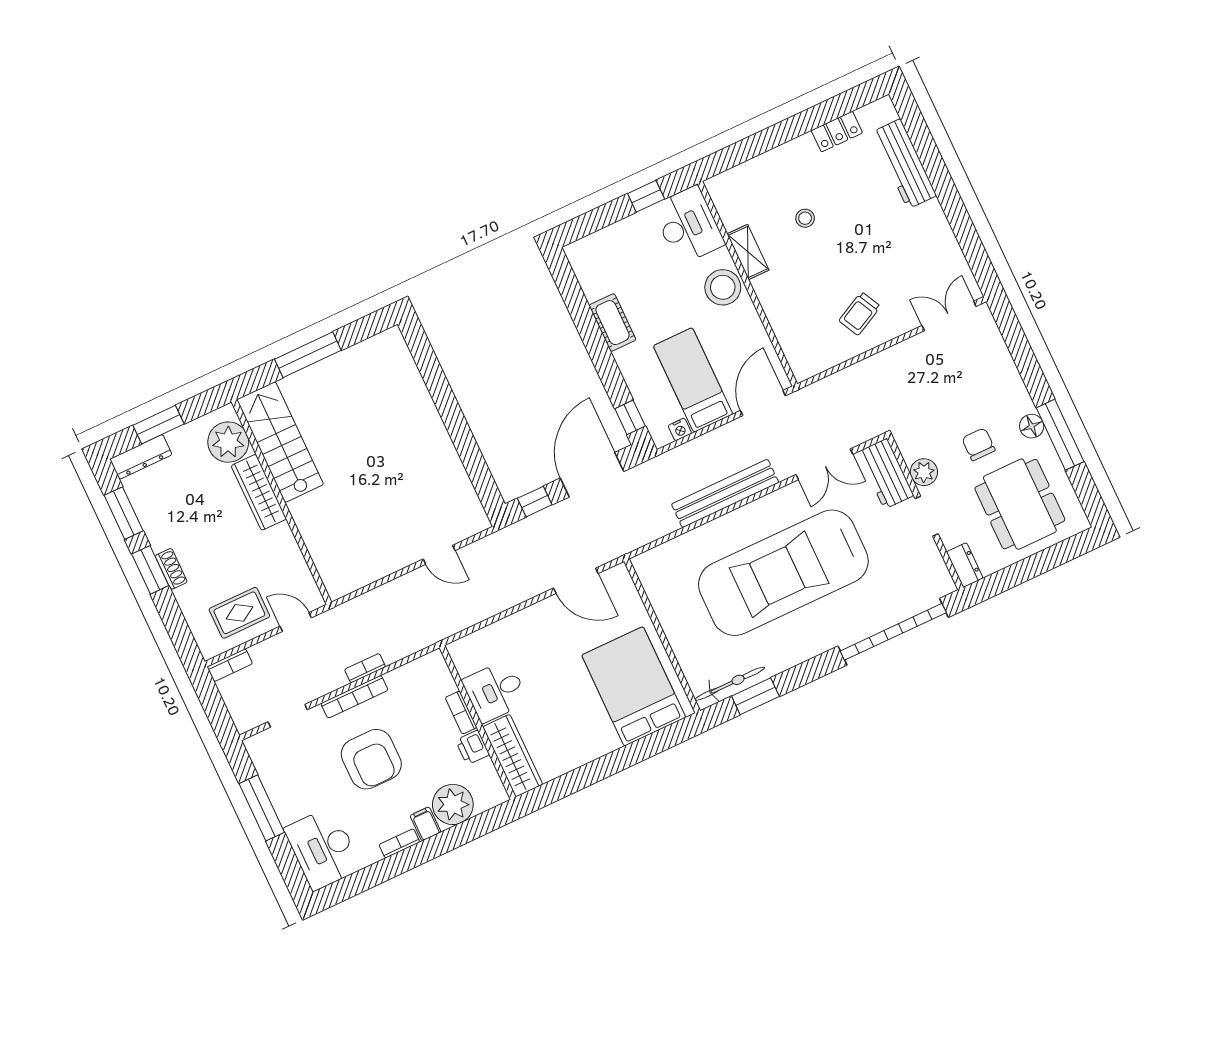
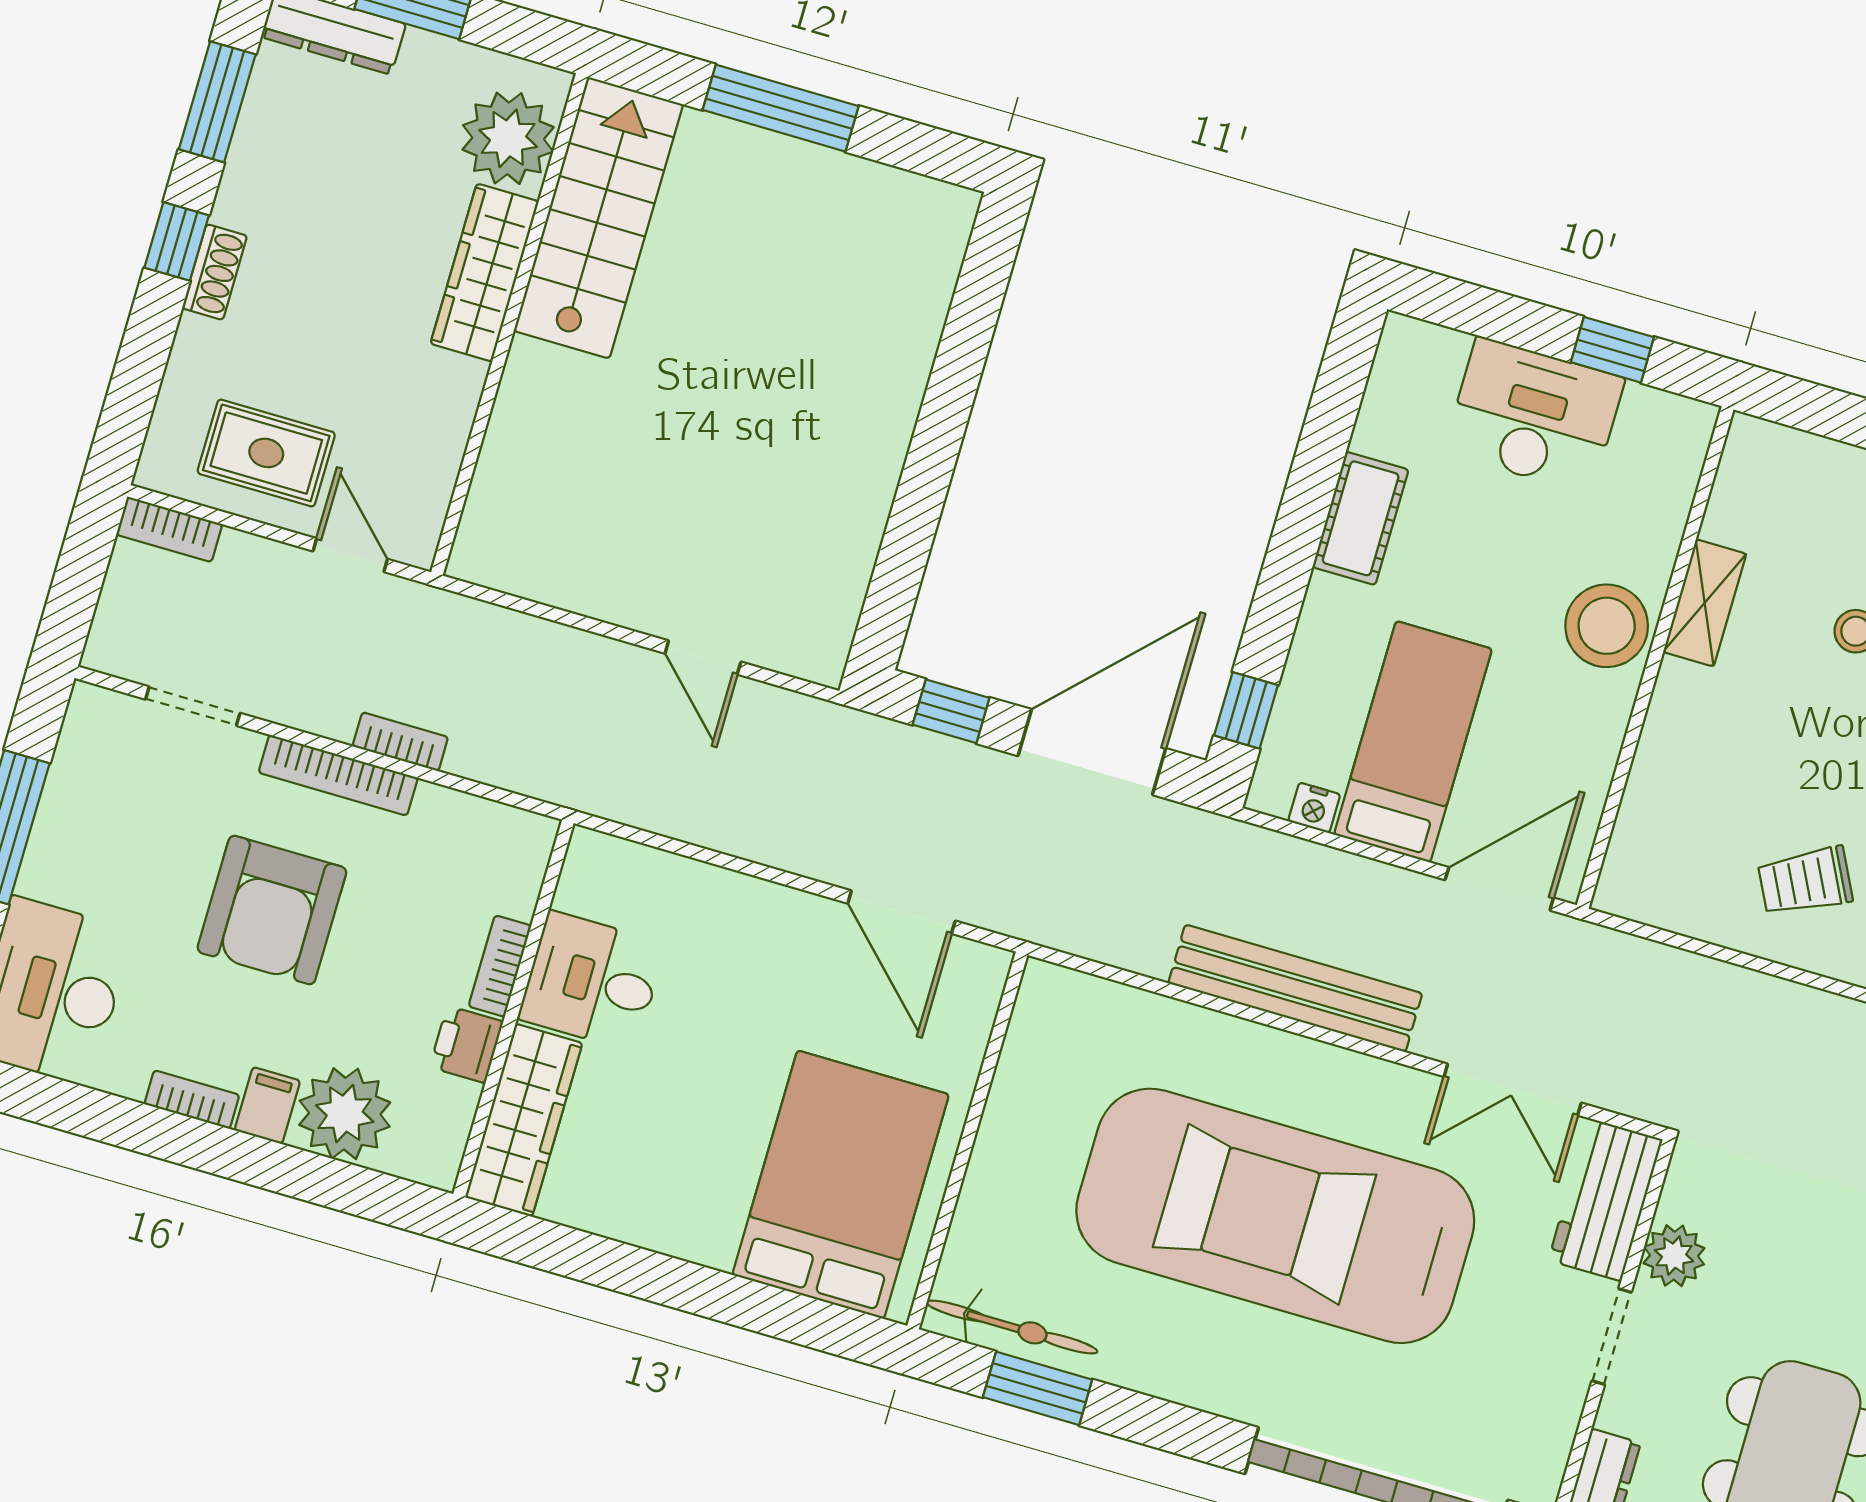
desk: (688, 225) -> (1534, 415), moved, turned -90
chair: (979, 444) -> (1812, 1291), removed
window: (150, 570) -> (177, 241), width x0.67

